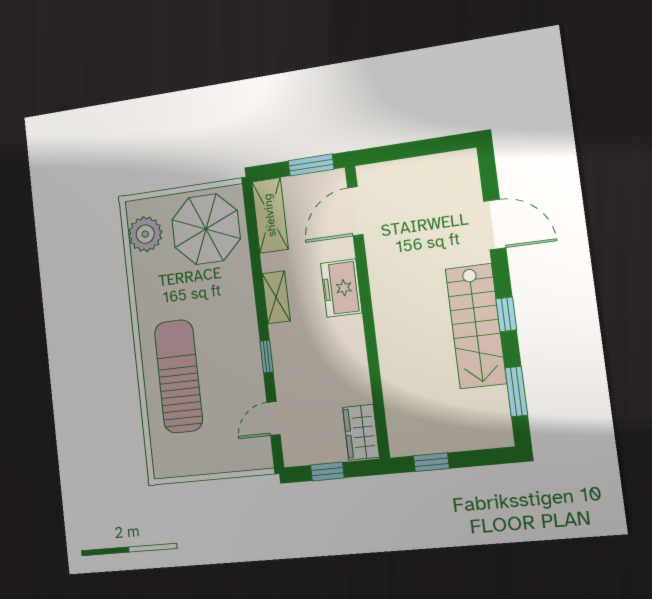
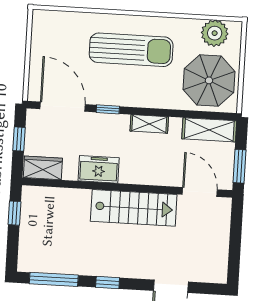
freezer: (341, 288) -> (99, 169), moved
stairs: (476, 326) -> (134, 208), moved, turned 180
sun lounger: (178, 376) -> (131, 50), moved
window: (516, 392) -> (54, 279), width x1.44
door: (274, 418) -> (63, 107), width x1.88

